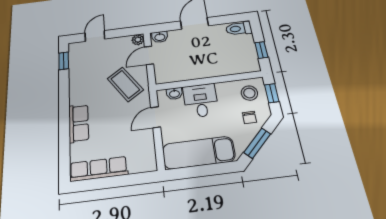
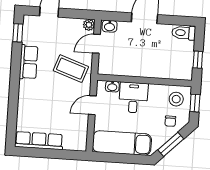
coffee table: (125, 84) -> (71, 69), turned -37
row of seats: (79, 123) -> (28, 62), moved

